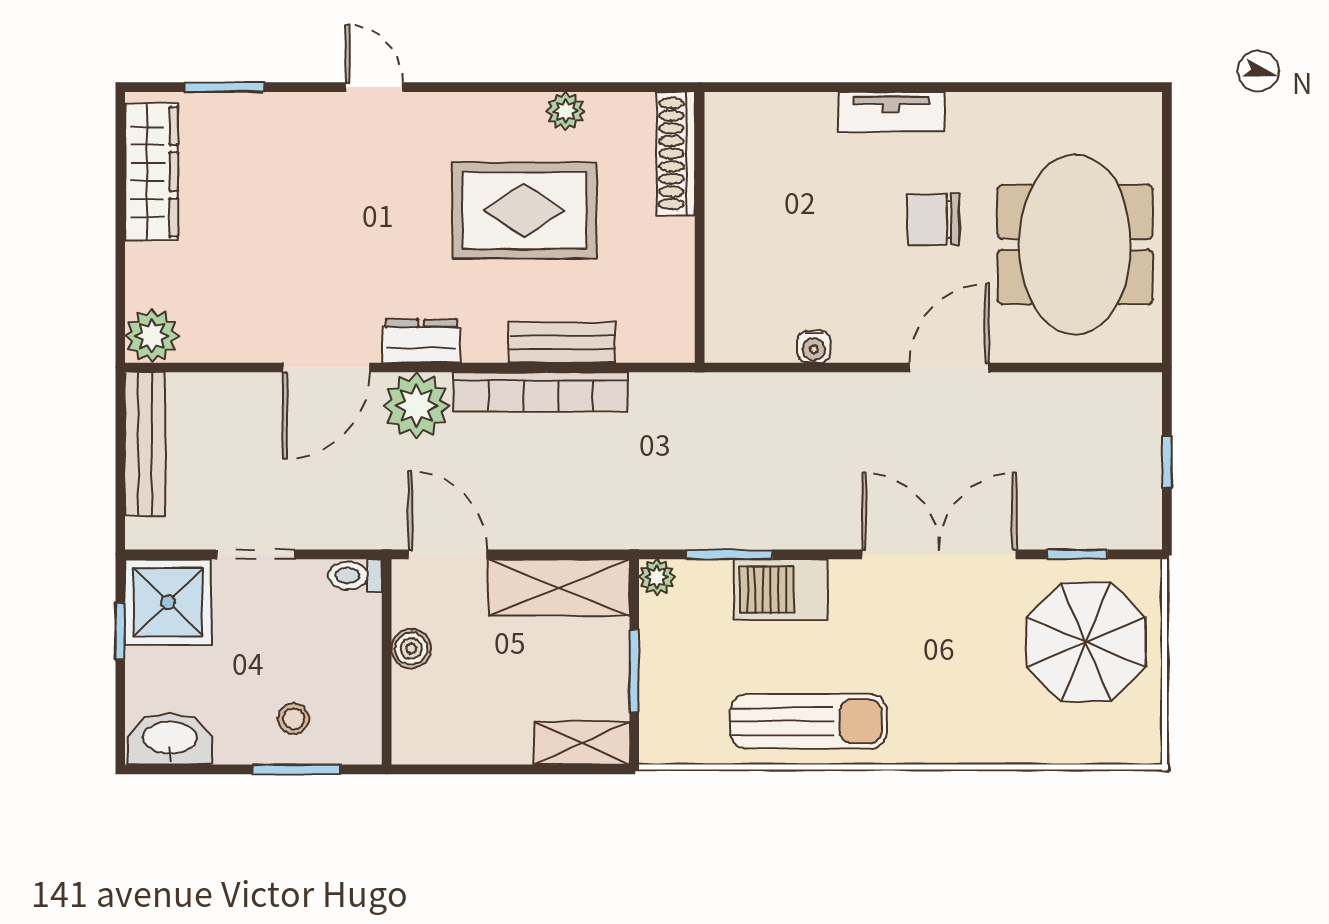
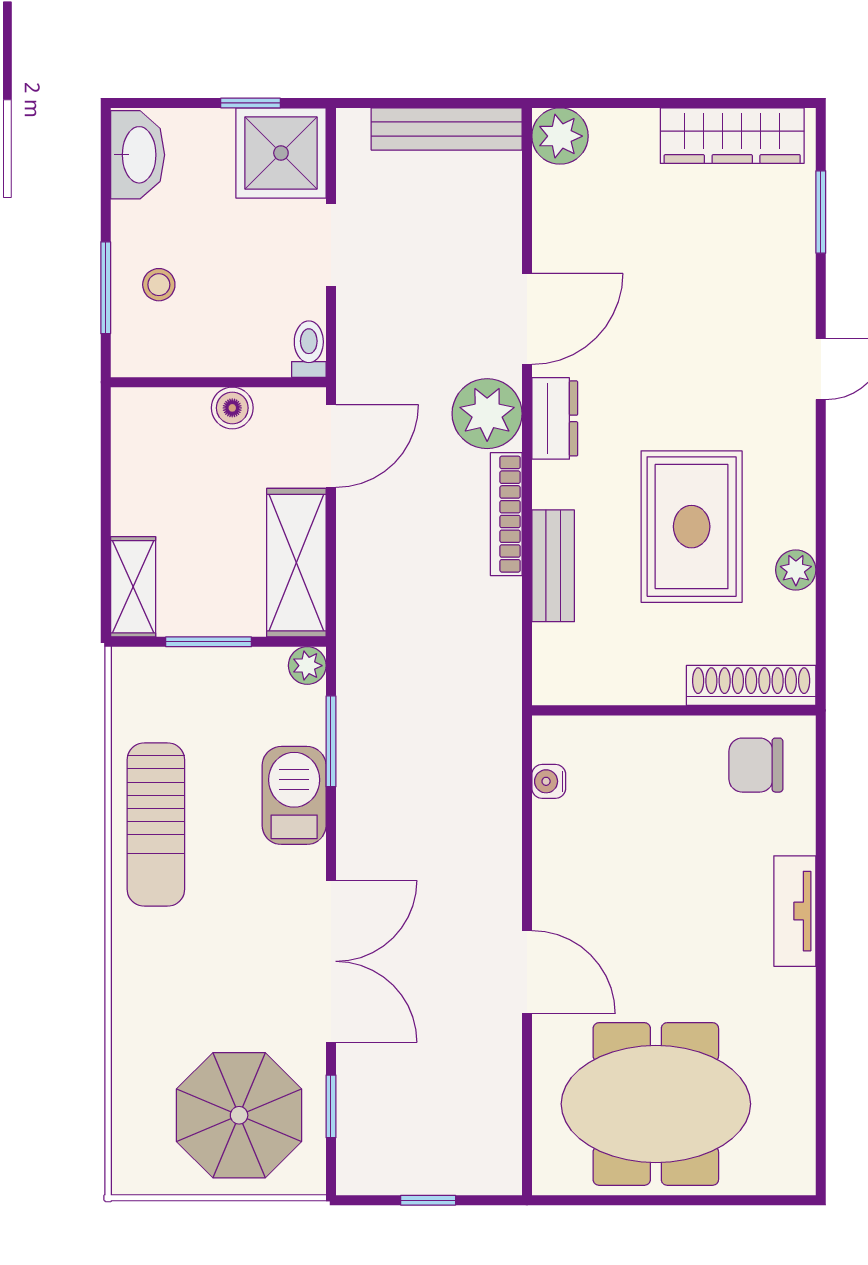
chair: (934, 220) -> (756, 765), moved, turned -90
water cooler: (814, 347) -> (549, 781), moved
door: (326, 367) -> (527, 319), swing flipped
bookcase: (541, 392) -> (506, 514), width x0.68, depth x0.76

